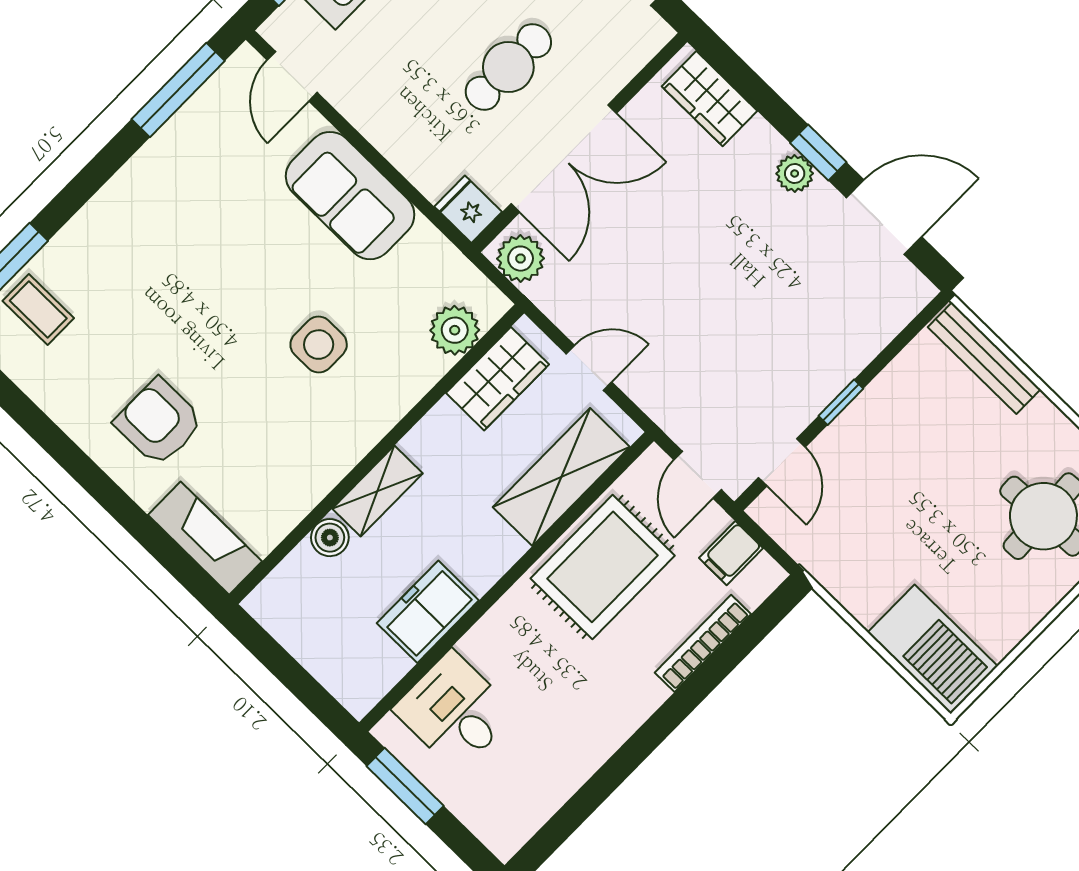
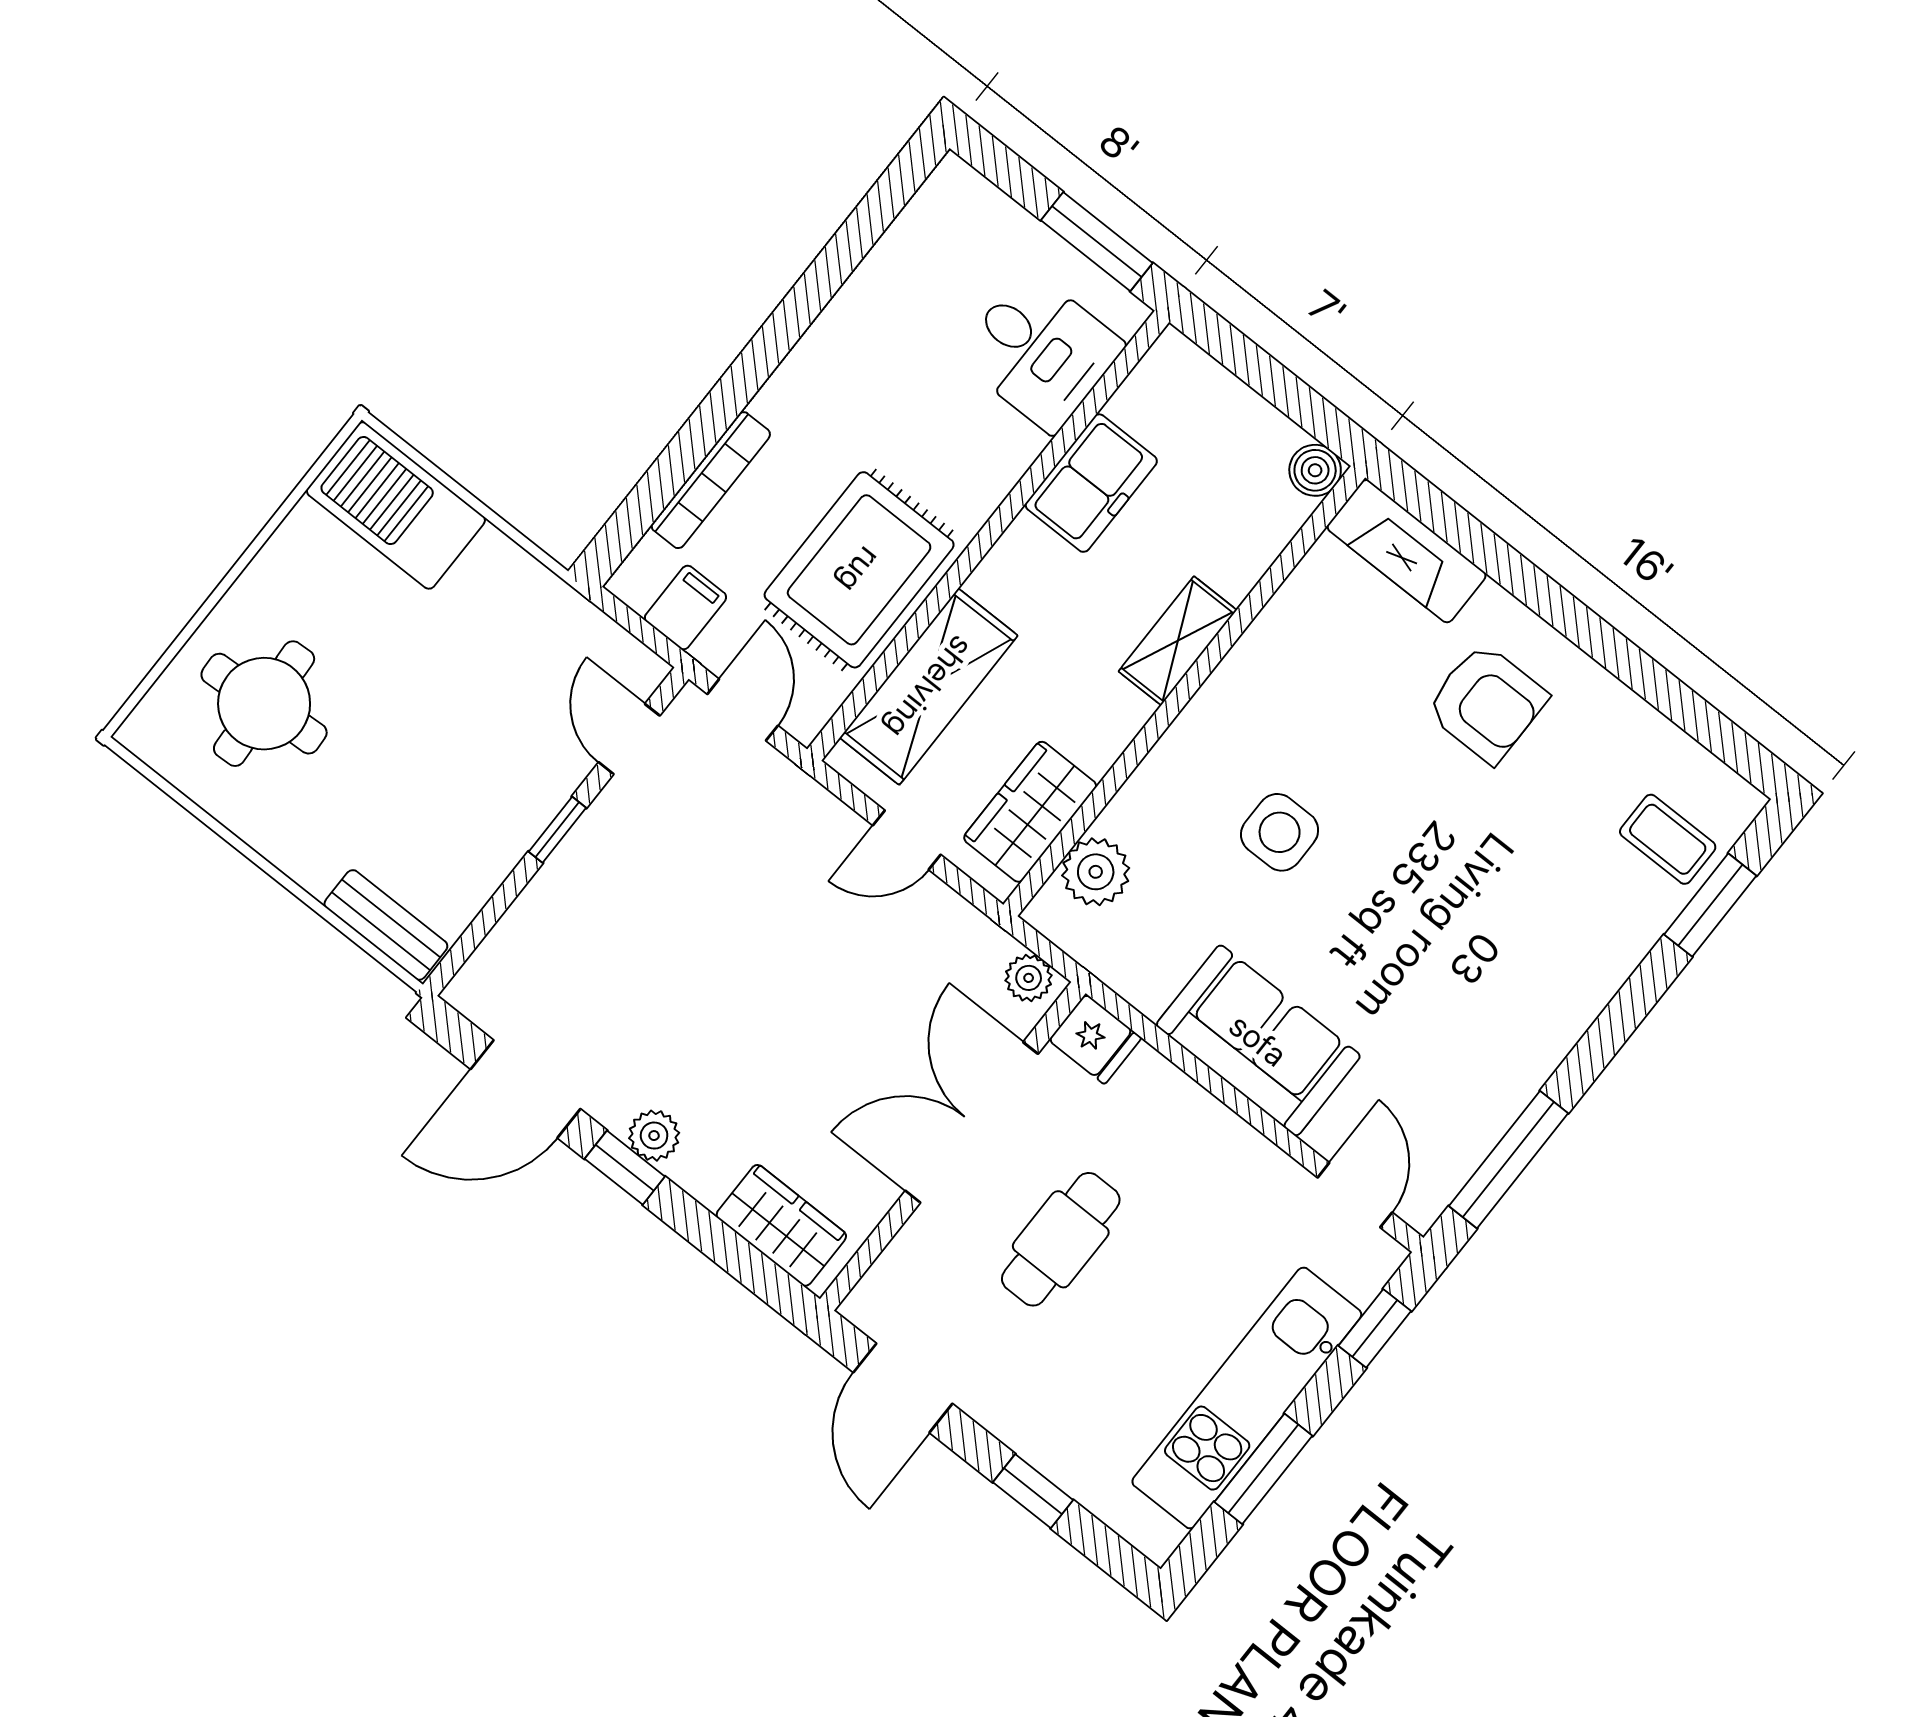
plant: (521, 259) -> (1029, 978), width x0.73, depth x0.73
bench: (984, 358) -> (386, 925), width x0.73
boiler: (330, 538) -> (1315, 470), moved

